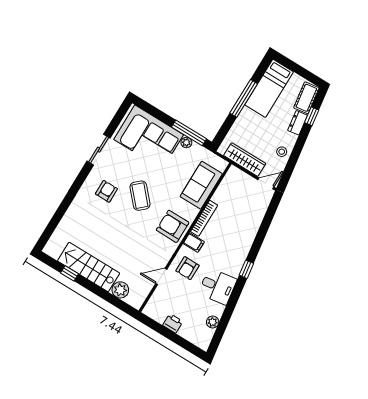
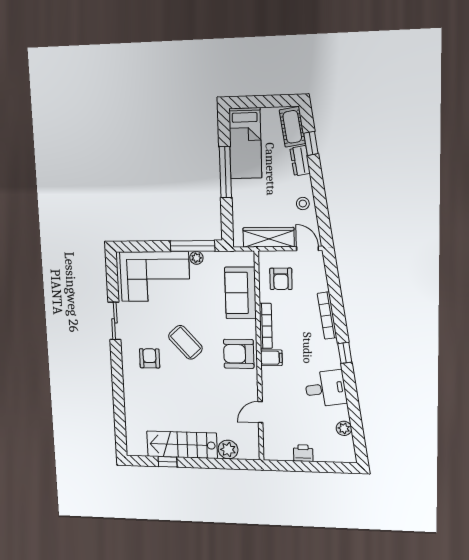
door: (266, 183) -> (307, 249), hinge flipped
bookcase: (250, 237) -> (327, 316), added
armchair: (187, 268) -> (281, 279), moved

